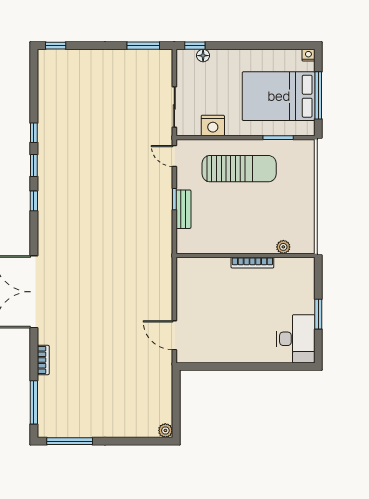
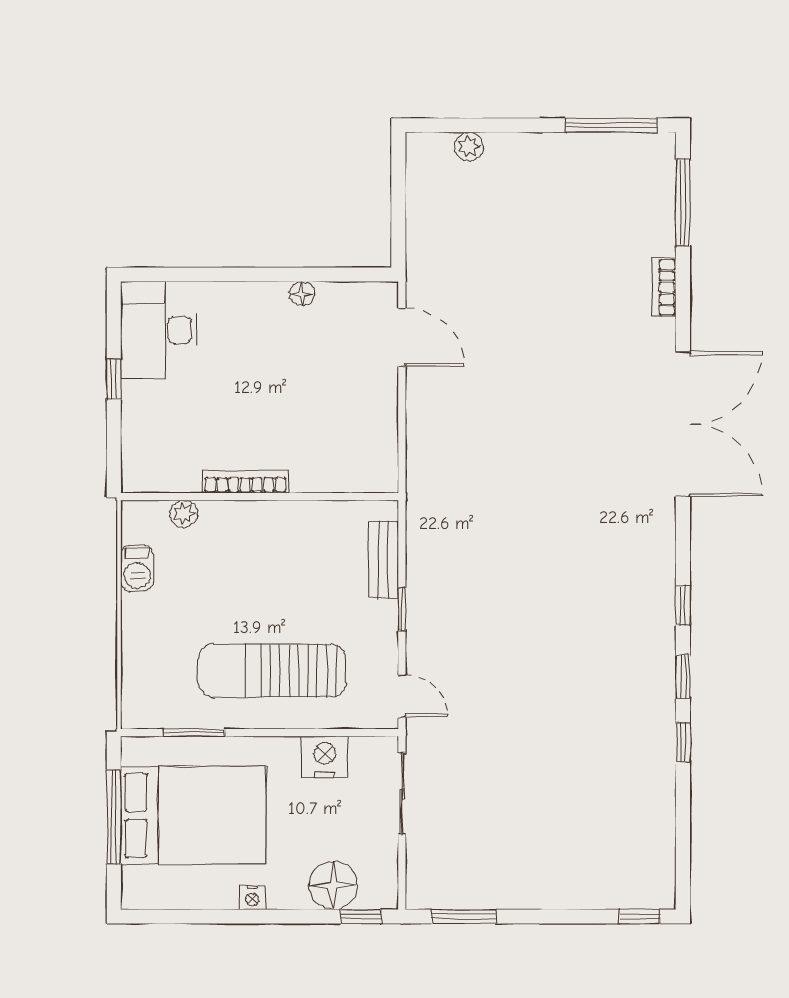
nightstand: (308, 55) -> (252, 898), moved
floor lamp: (203, 56) -> (333, 885), width x1.89, depth x1.89
bench: (183, 209) -> (384, 560), moved
barbecue: (307, 220) -> (137, 568), added
window: (318, 314) -> (114, 379), width x0.67
floor lamp: (224, 357) -> (302, 294), added
plant: (165, 430) -> (469, 147), moved

